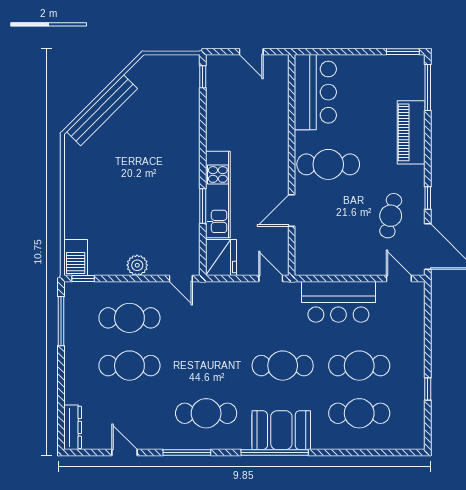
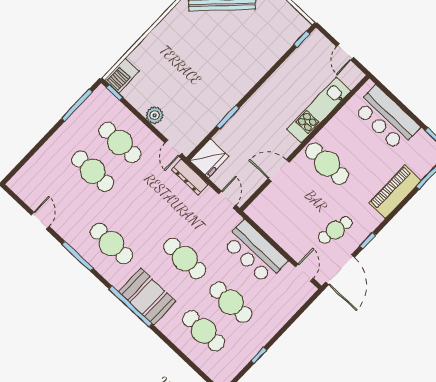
bar counter: (315, 92) -> (386, 118), moved, turned 90
kitchen unit: (218, 194) -> (319, 110), moved, turned 180
dresser: (73, 427) -> (190, 177), moved, turned 90

